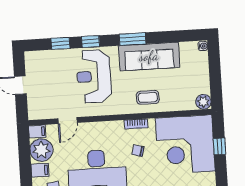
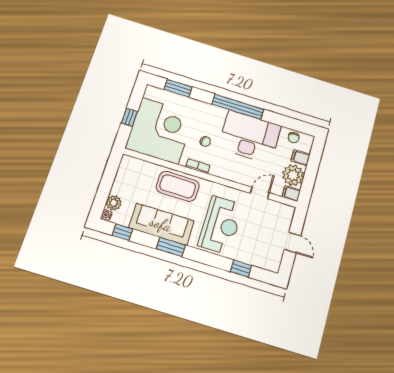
window: (91, 42) -> (122, 232), moved
coffee table: (148, 97) -> (178, 186), width x1.86, depth x1.72
plant: (203, 102) -> (114, 203), moved

